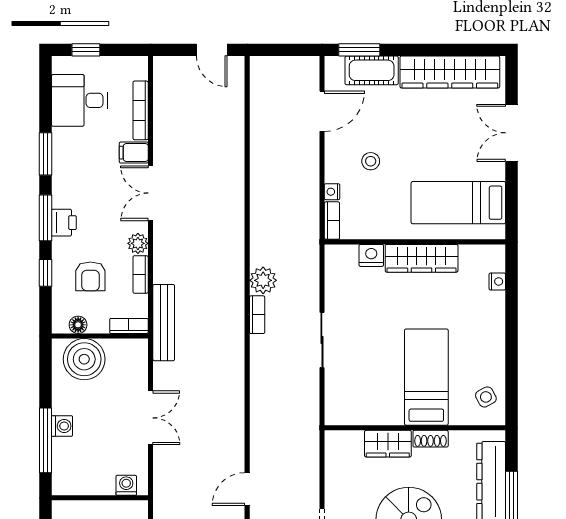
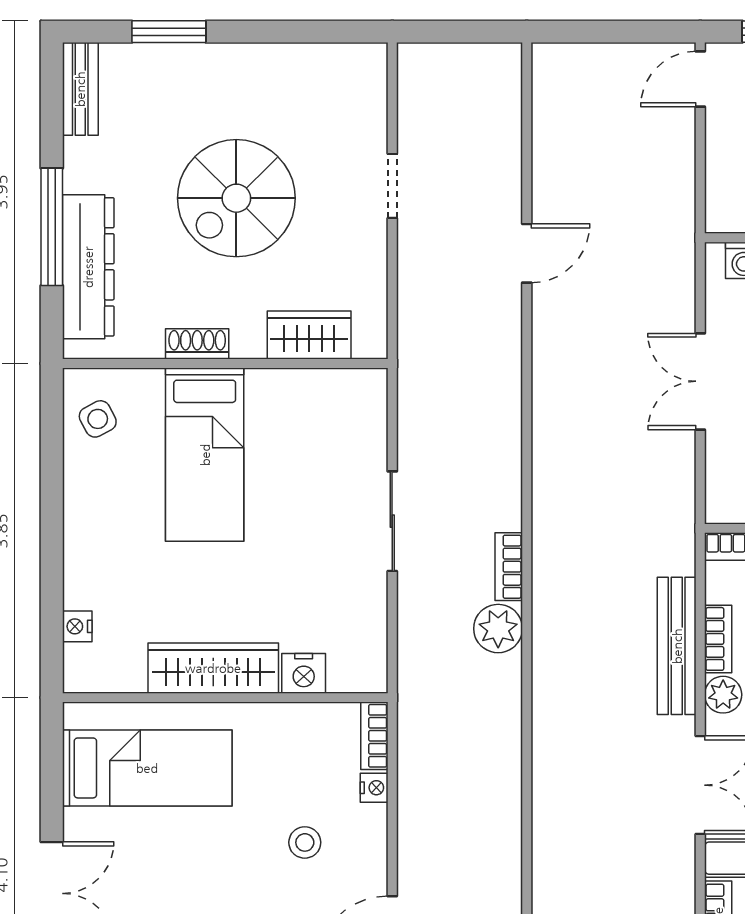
bench: (164, 323) -> (677, 646), moved
wardrobe: (388, 444) -> (309, 335), moved

